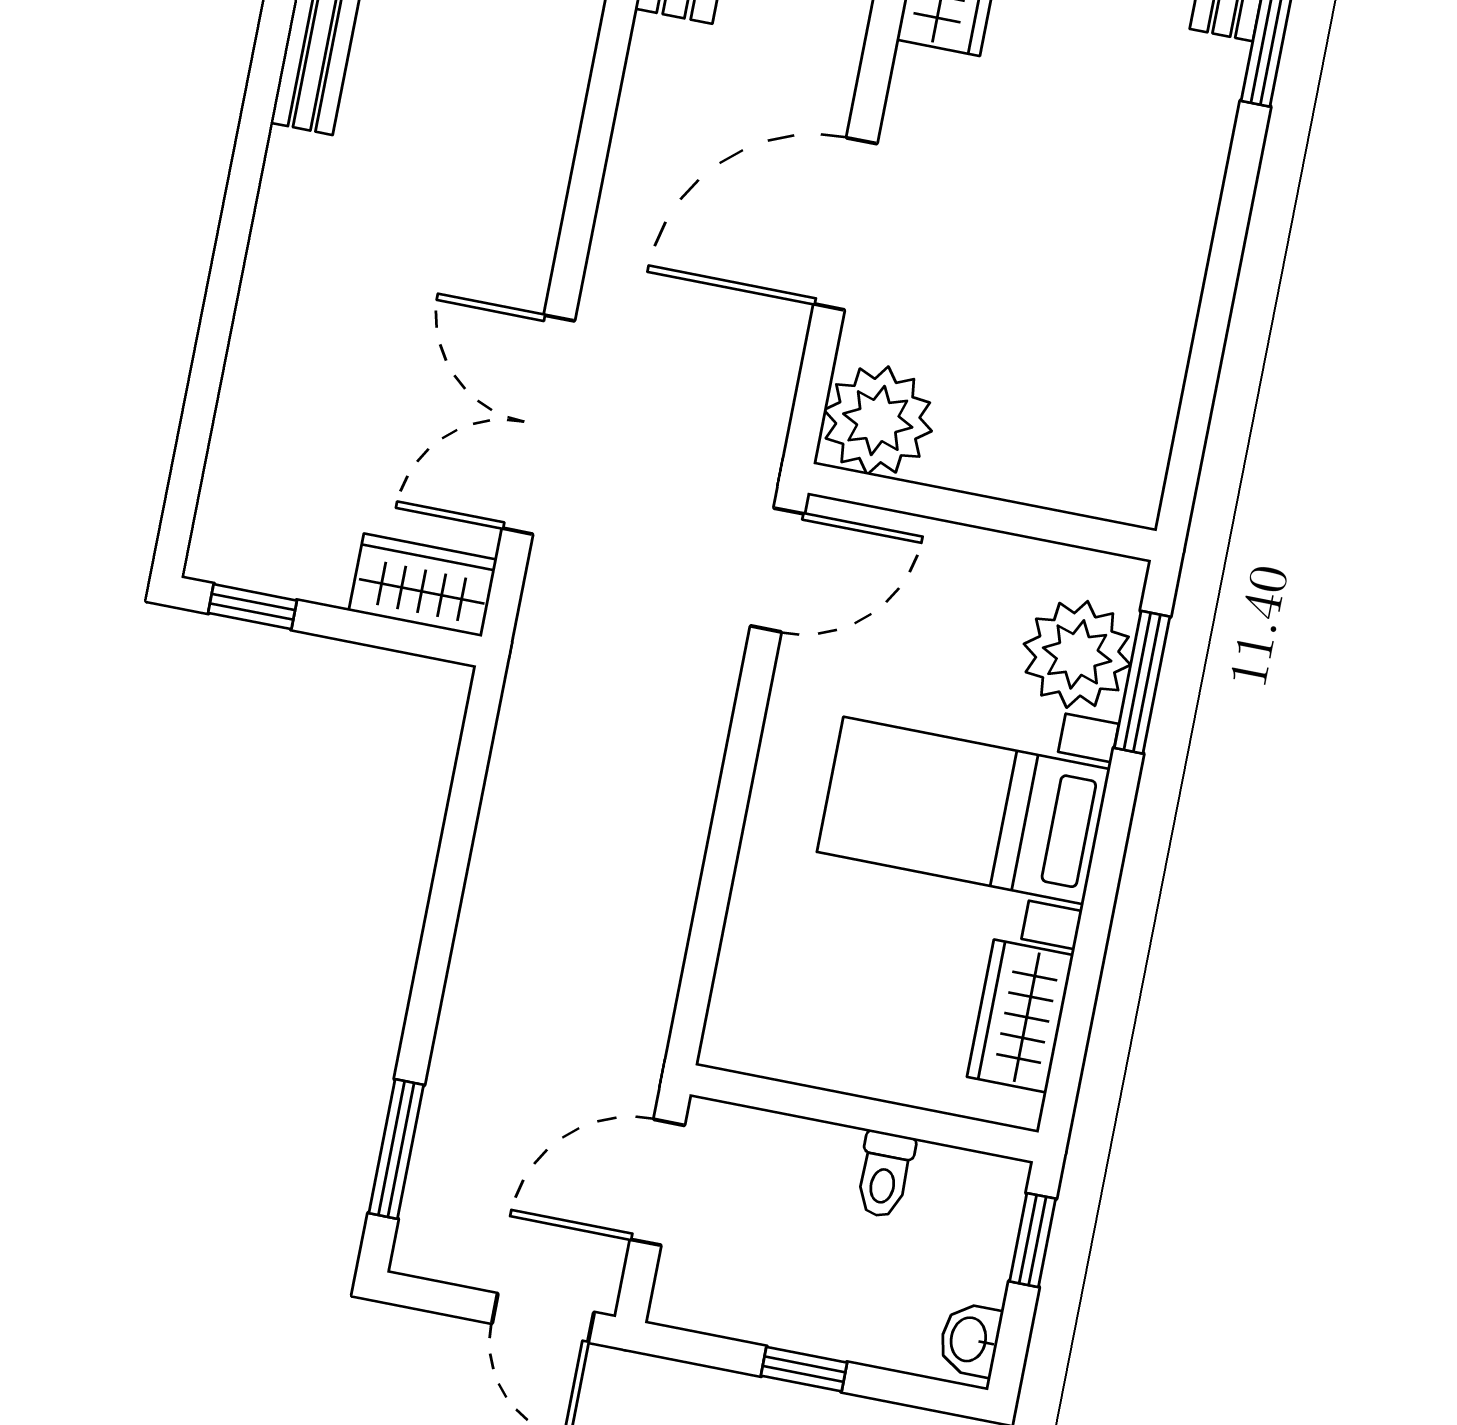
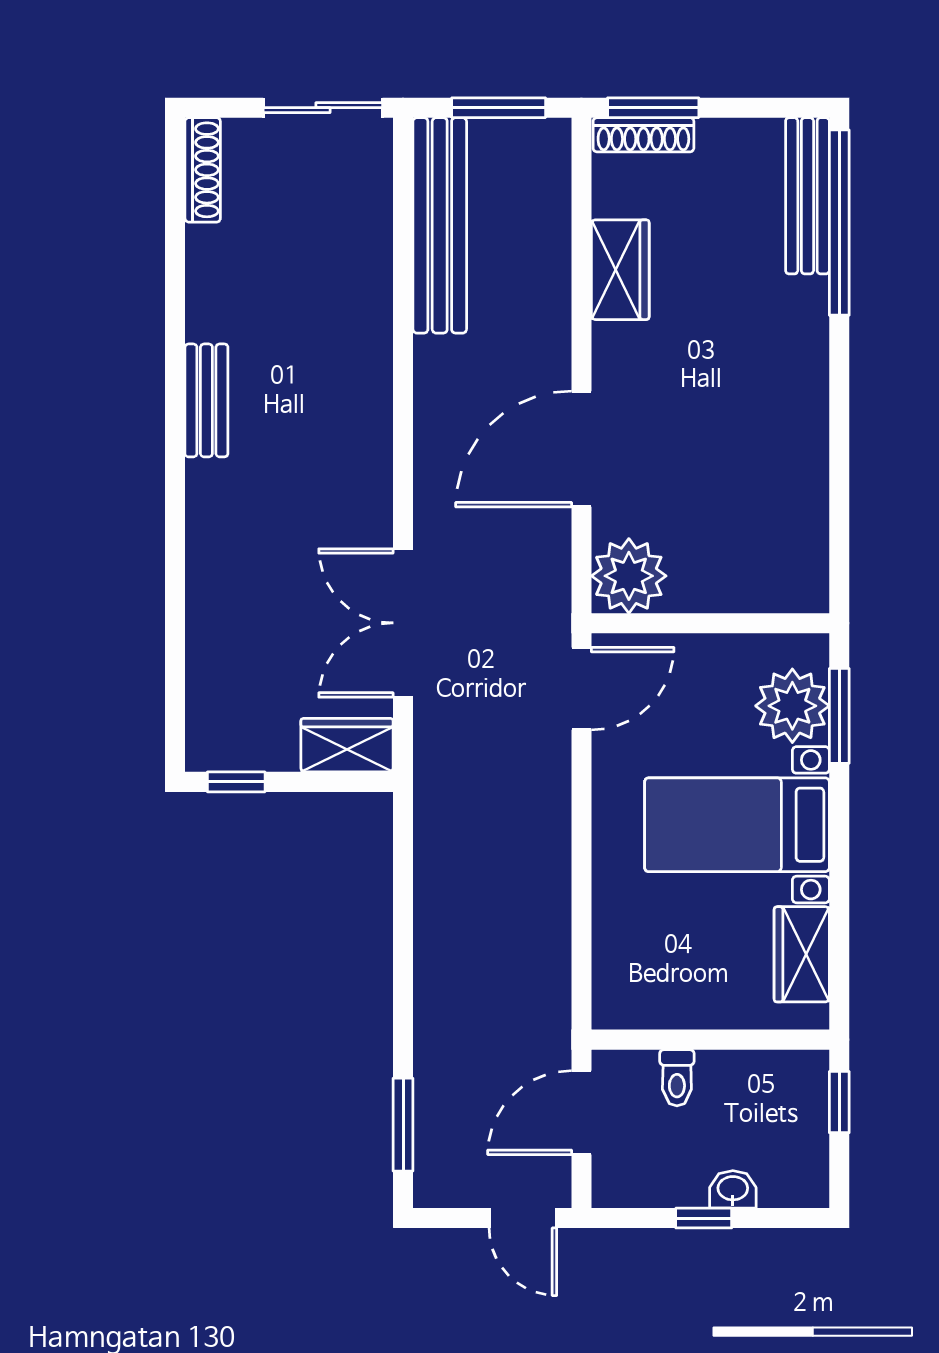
toilet: (884, 1174) -> (677, 1078), moved
washbasin: (970, 1340) -> (733, 1189), moved, turned 90

